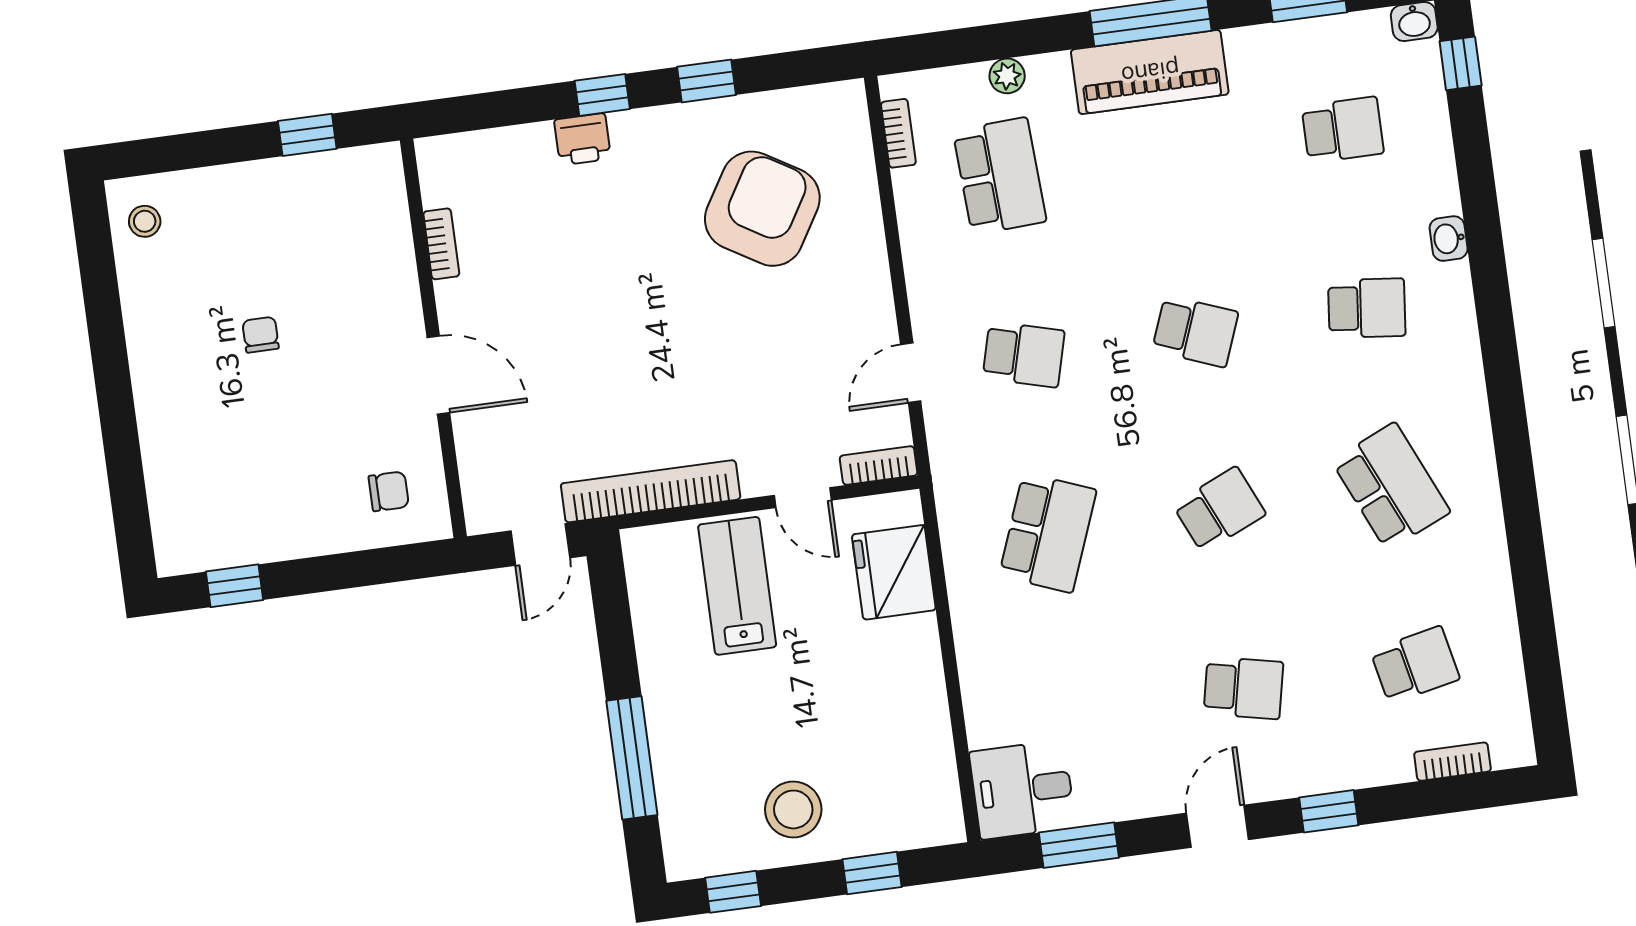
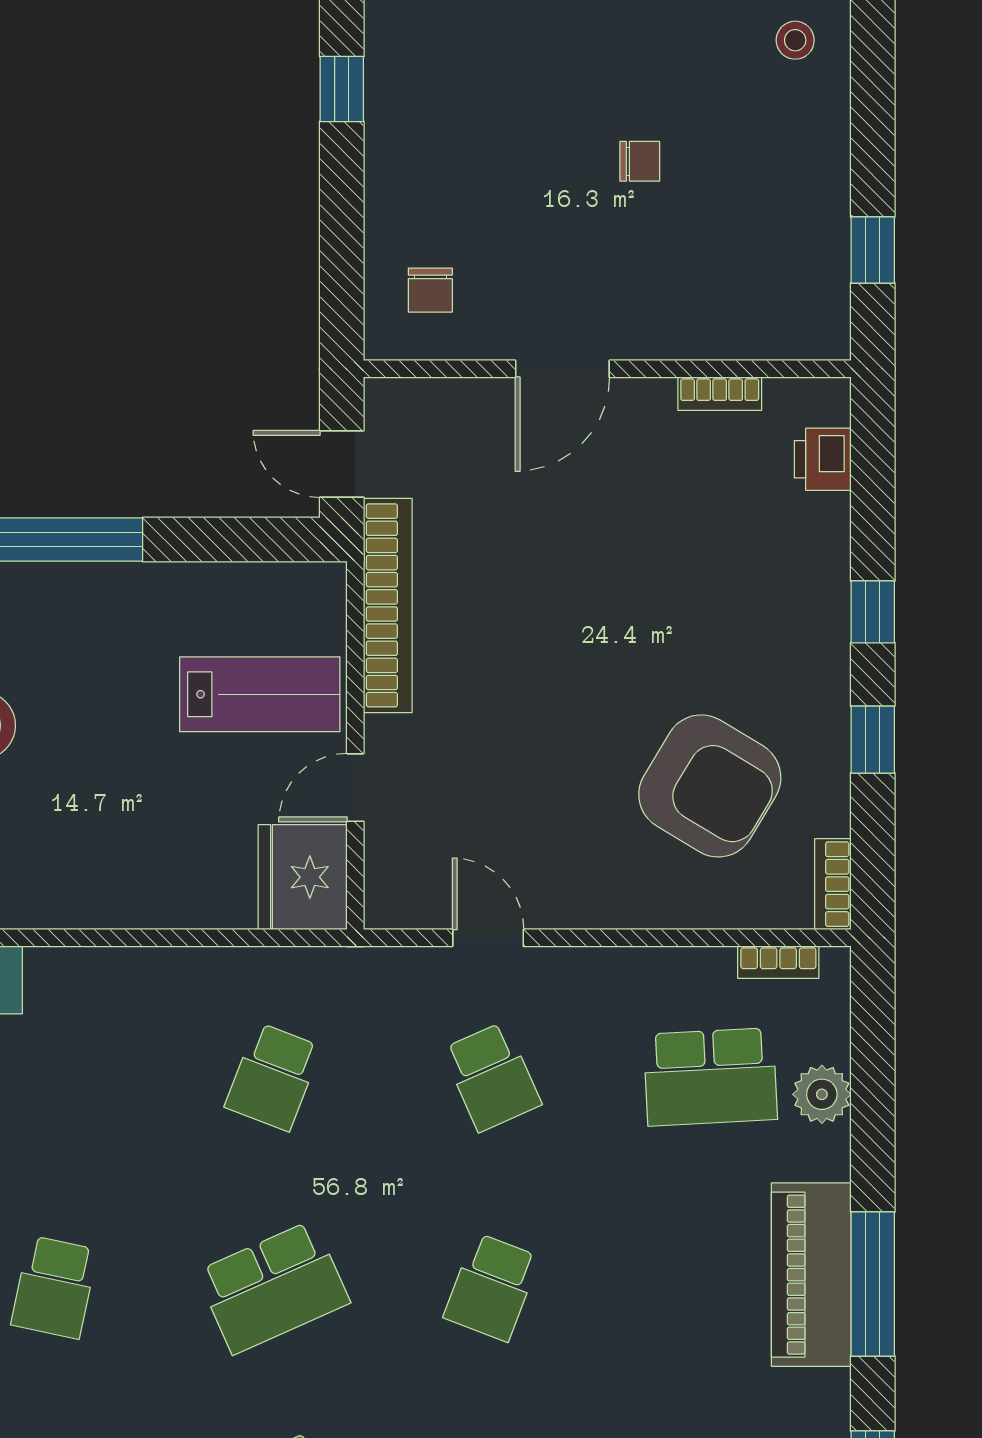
plant: (1007, 76) -> (822, 1094), width x1.38, depth x1.38
printer: (583, 139) -> (823, 459), moved
school desk: (1024, 354) -> (492, 1077), turned -39
bookcase: (879, 466) -> (833, 884), moved, turned 180
school desk: (1219, 510) -> (273, 1287), width x1.85
school desk: (1048, 533) -> (273, 1077), width x0.54
fridge: (894, 572) -> (303, 877), moved, turned -90

